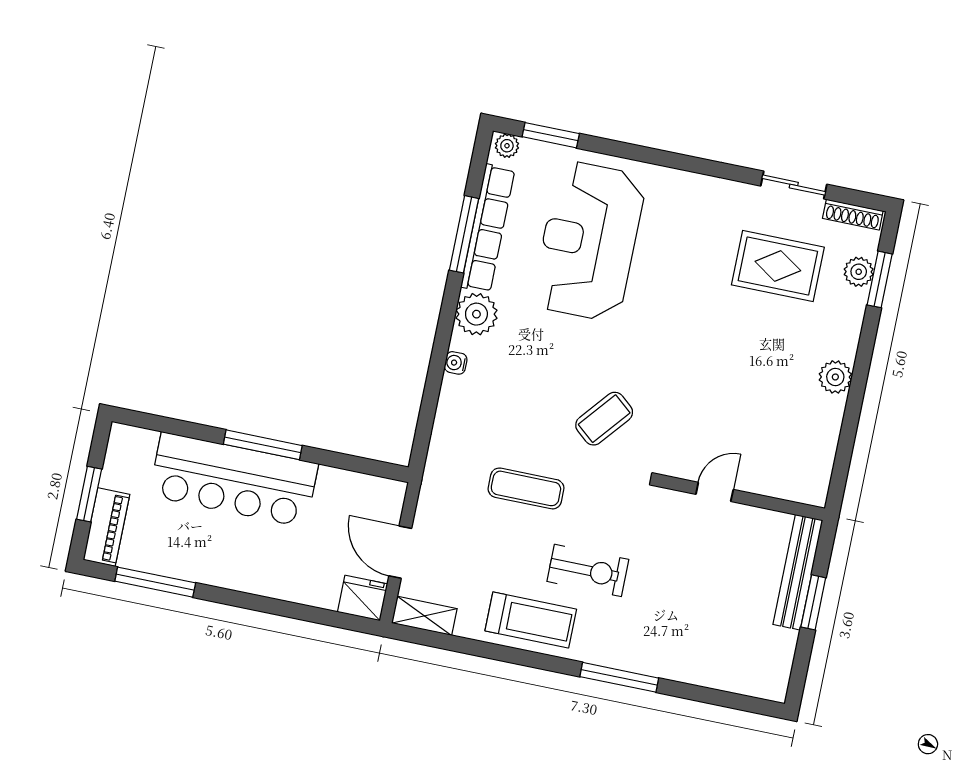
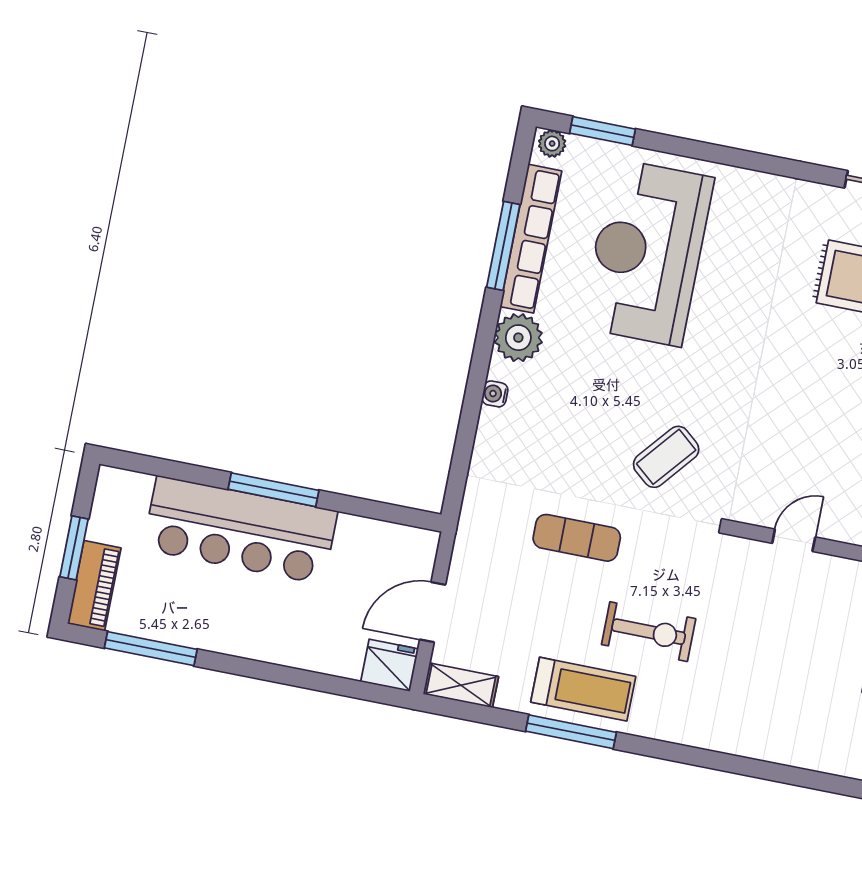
door: (400, 552) -> (433, 612), hinge flipped
window: (619, 677) -> (571, 732), moved

